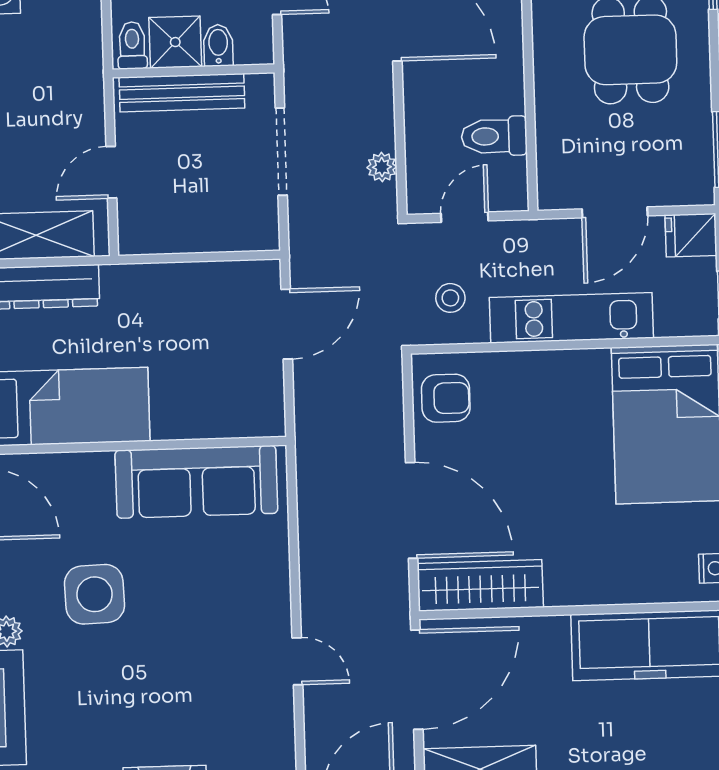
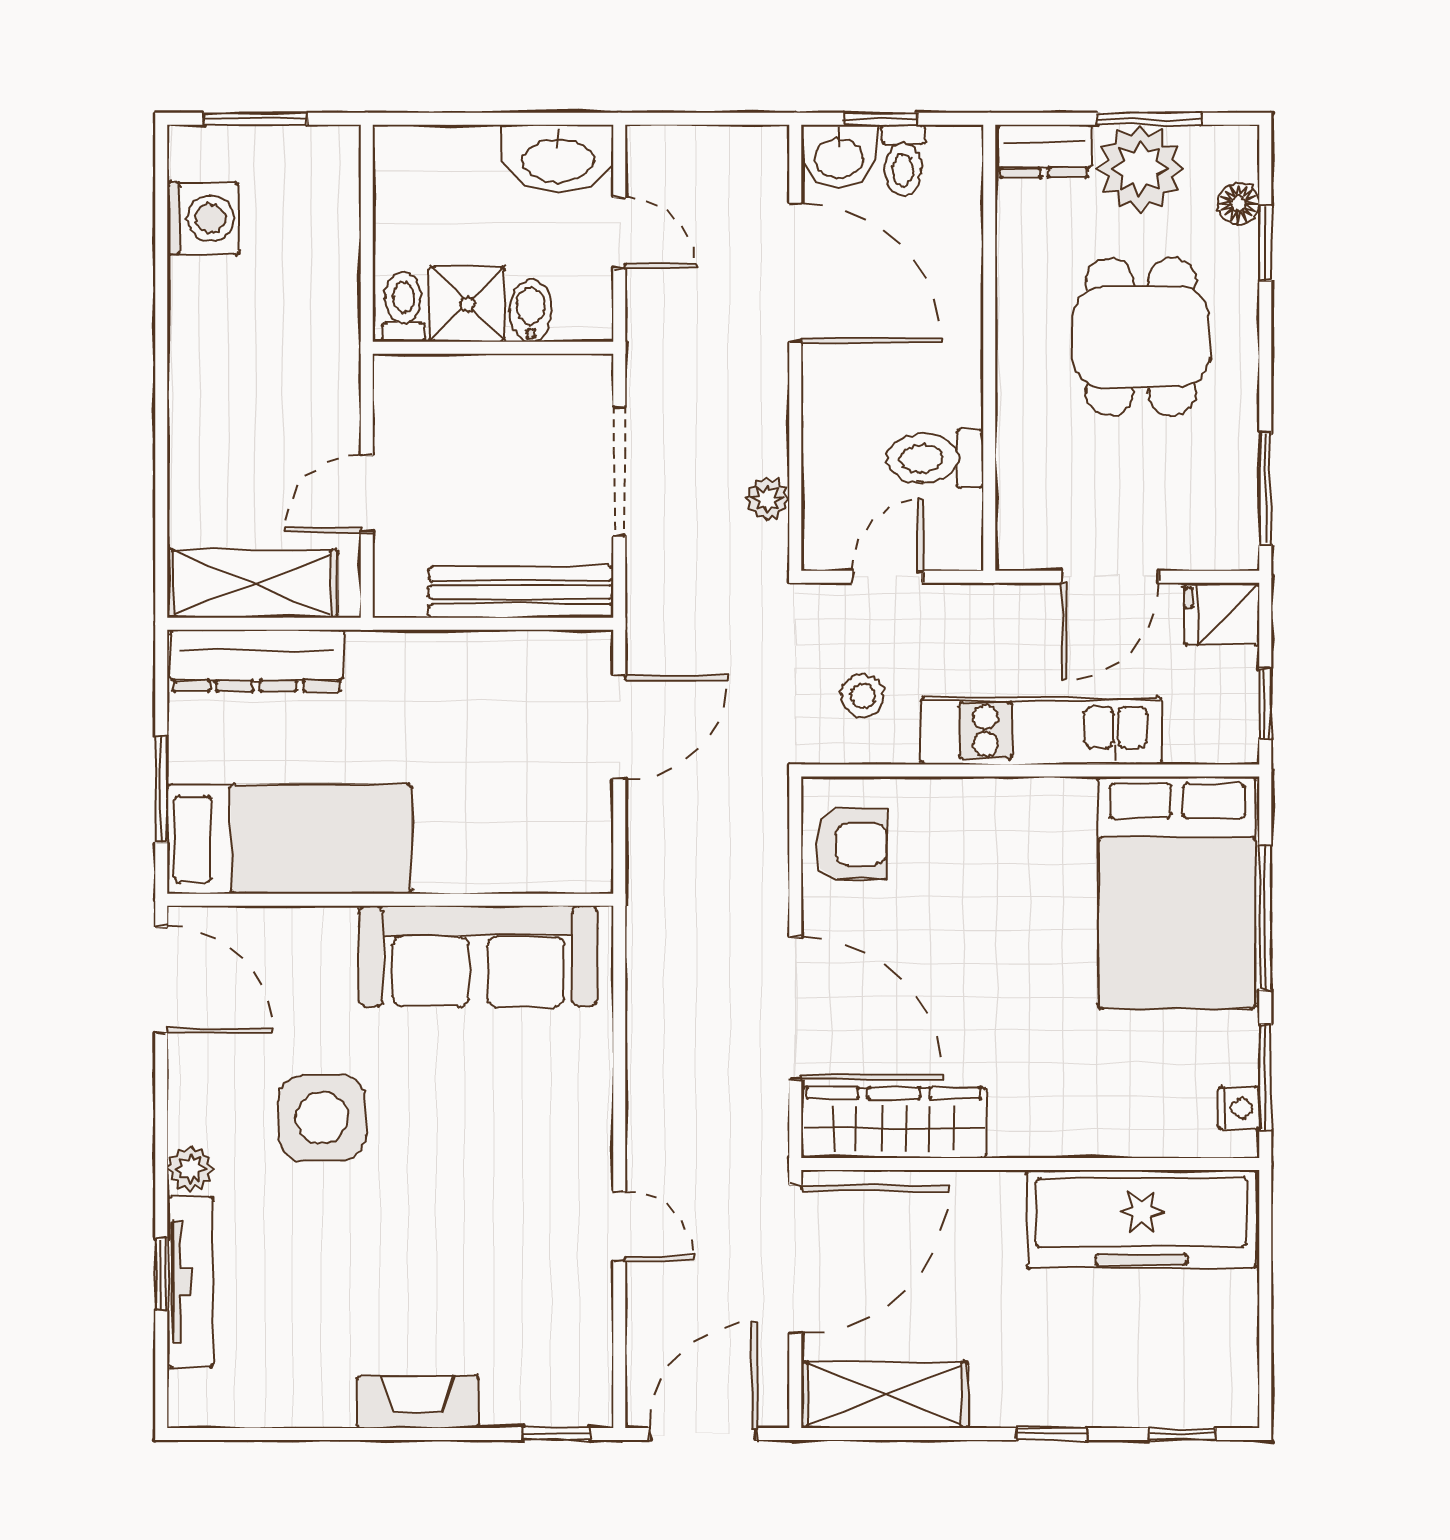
bench: (182, 93) -> (521, 592), moved

